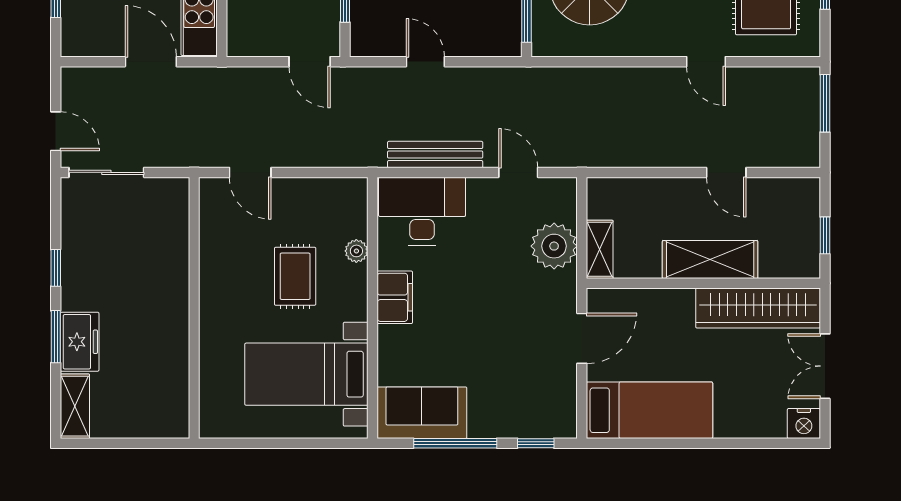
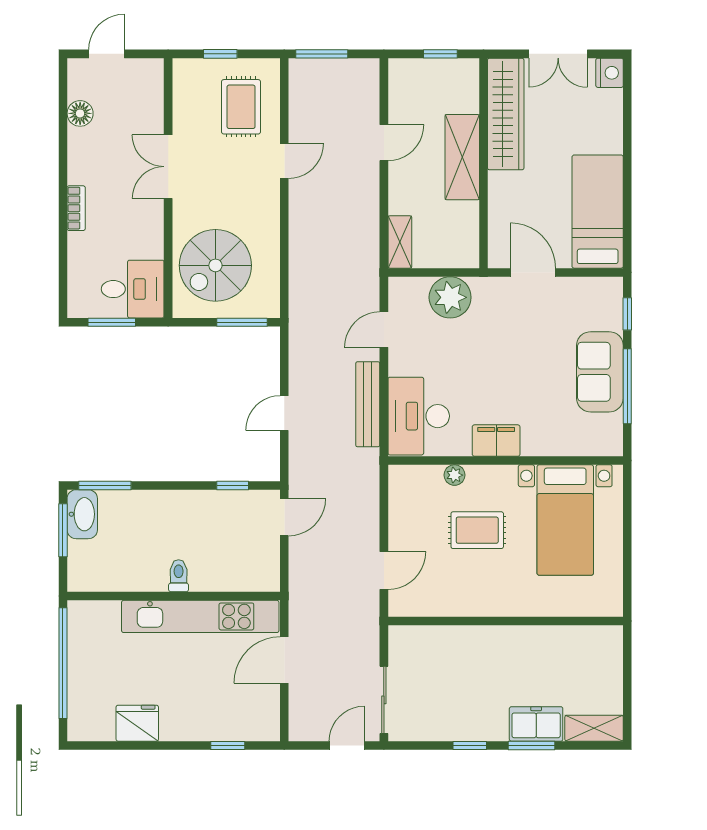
shelving: (600, 249) -> (400, 242), moved, turned 90
sofa: (422, 413) -> (600, 372), moved

